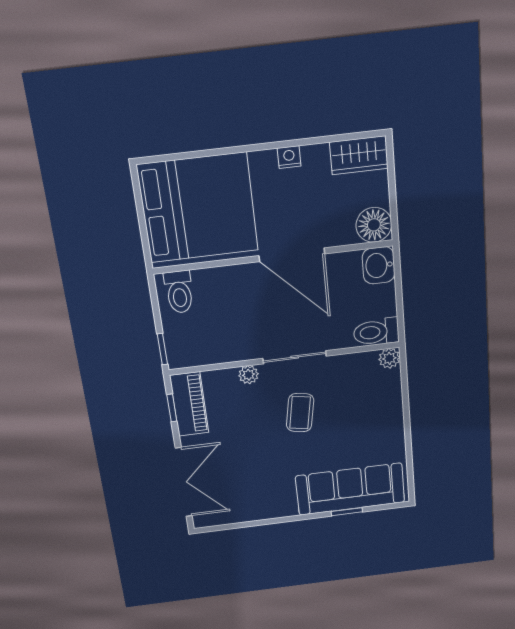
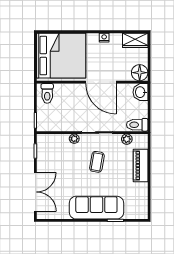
plant: (389, 358) -> (127, 139), moved
piano: (189, 404) -> (141, 165), moved, turned 180
sofa: (350, 489) -> (96, 208), moved

